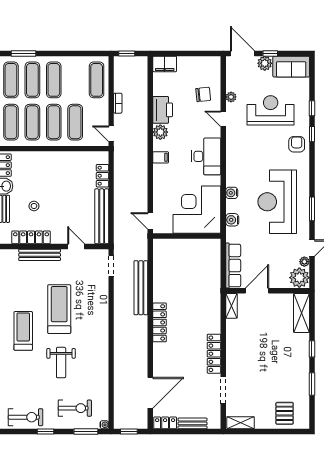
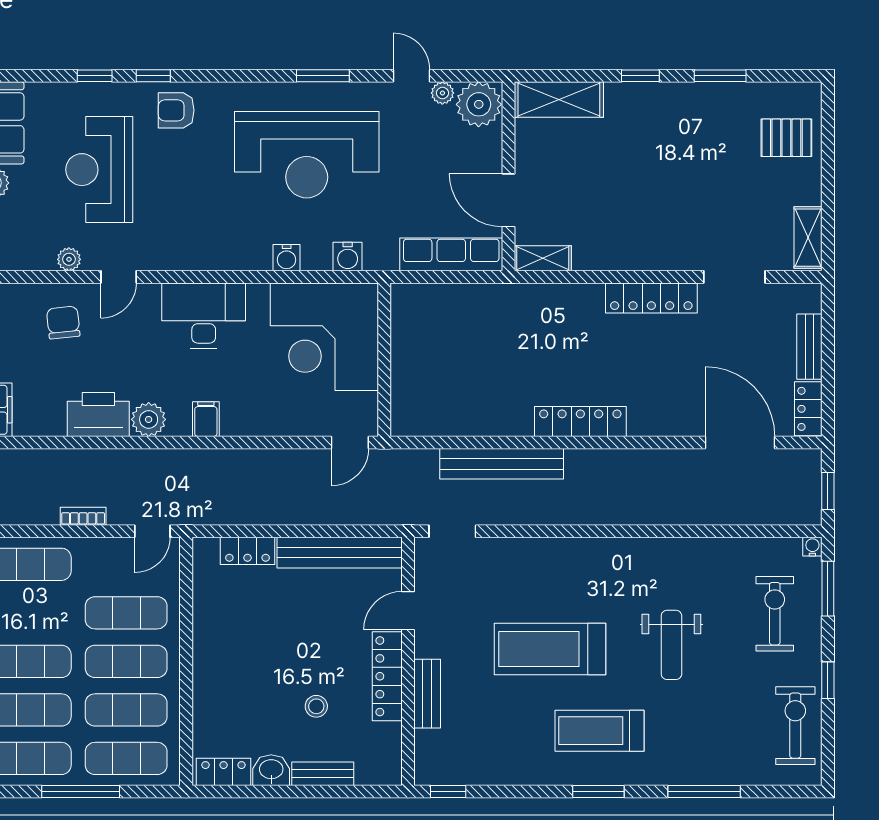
locker: (31, 237) -> (387, 676), moved
bench: (40, 255) -> (427, 694), width x0.73
weight bench: (61, 363) -> (671, 645), turned 90

